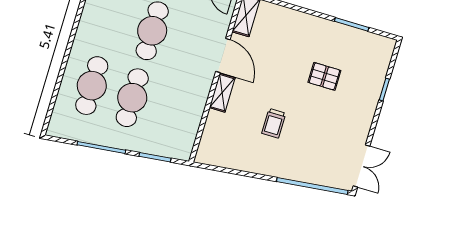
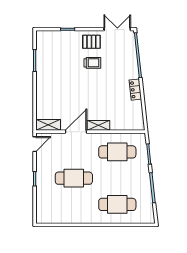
pallet: (324, 76) -> (91, 42), moved, turned 90
cafe table: (132, 98) -> (117, 152), moved
trolley: (274, 123) -> (92, 63), moved
locker: (260, 166) -> (135, 90), added

